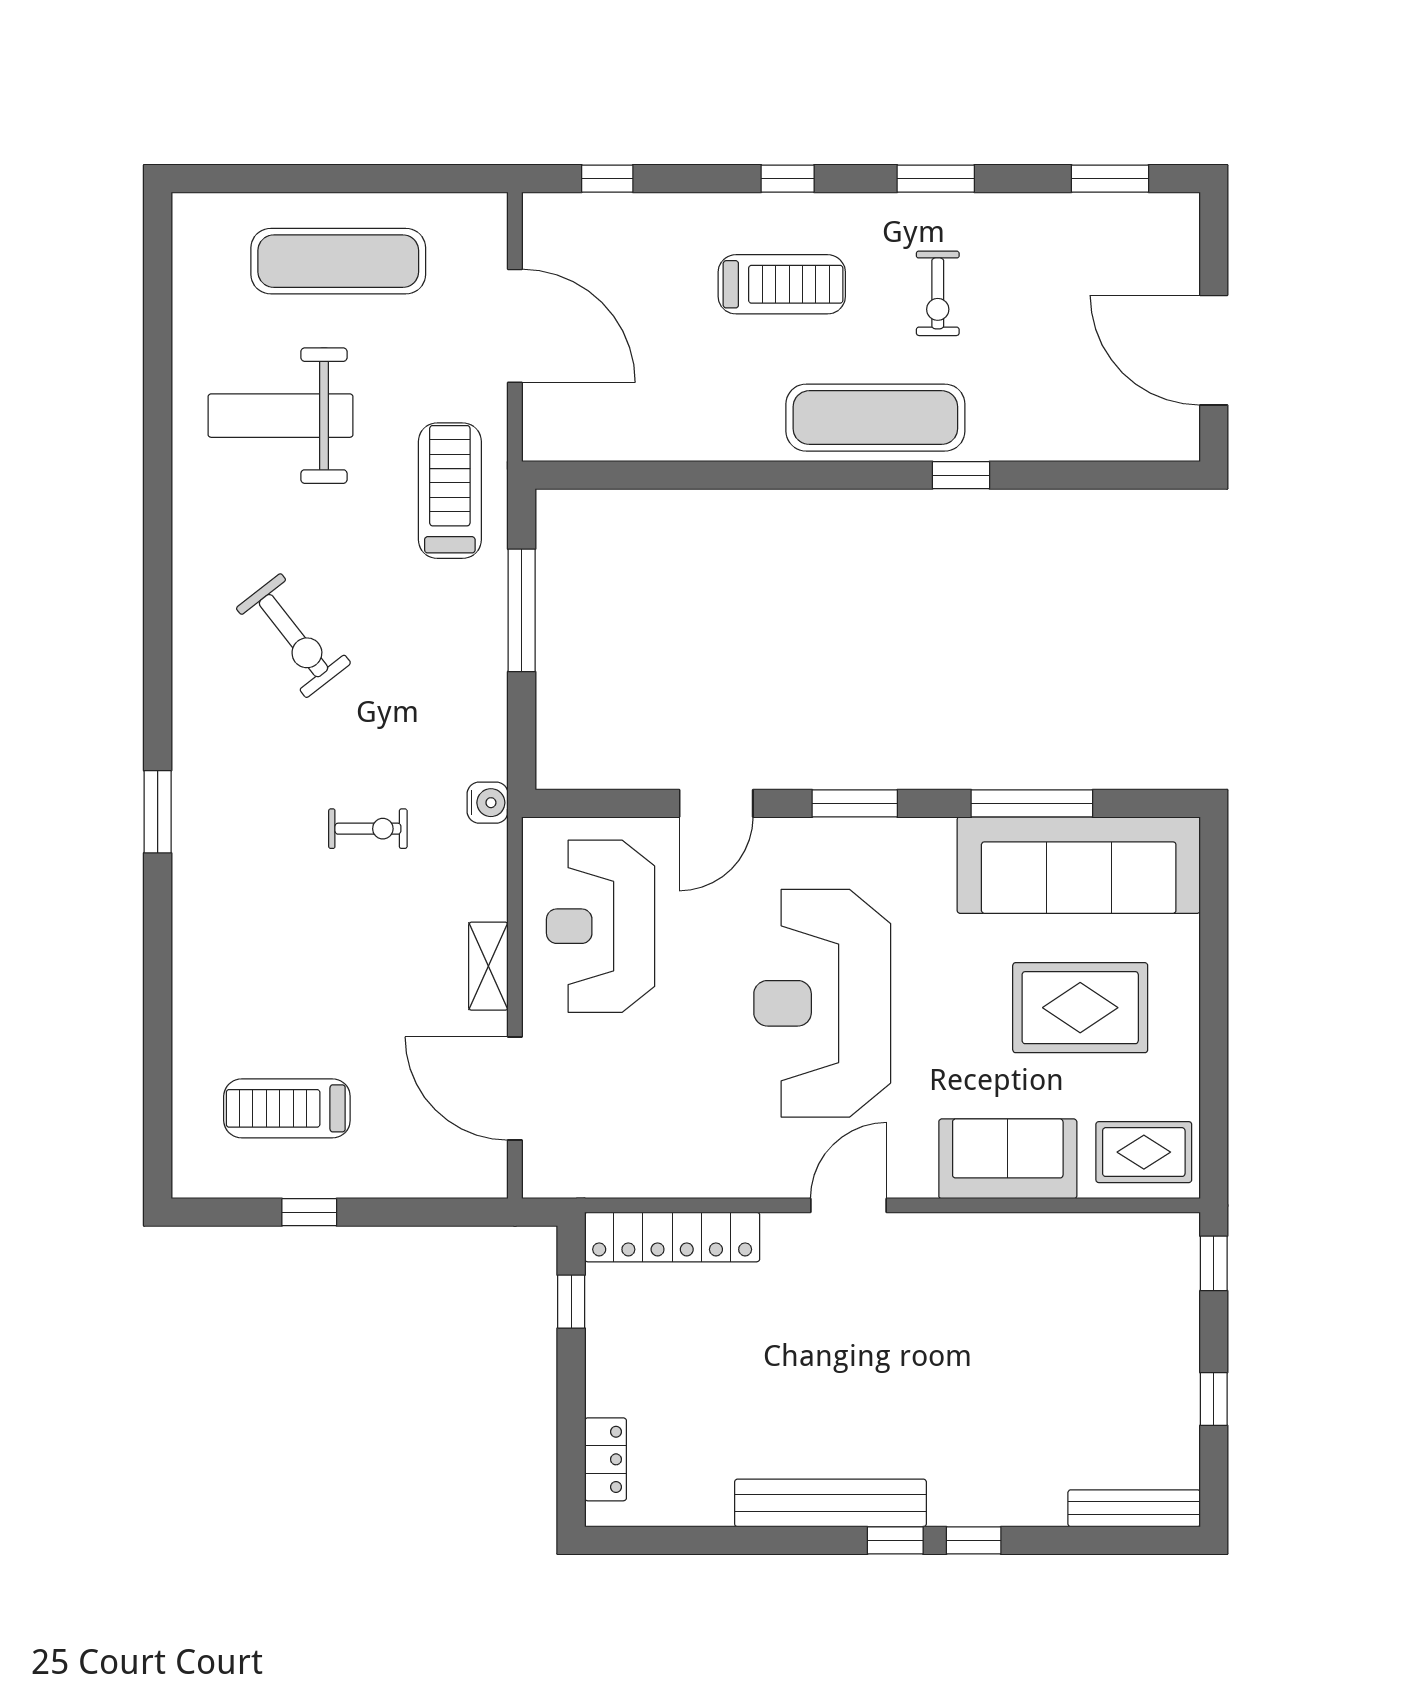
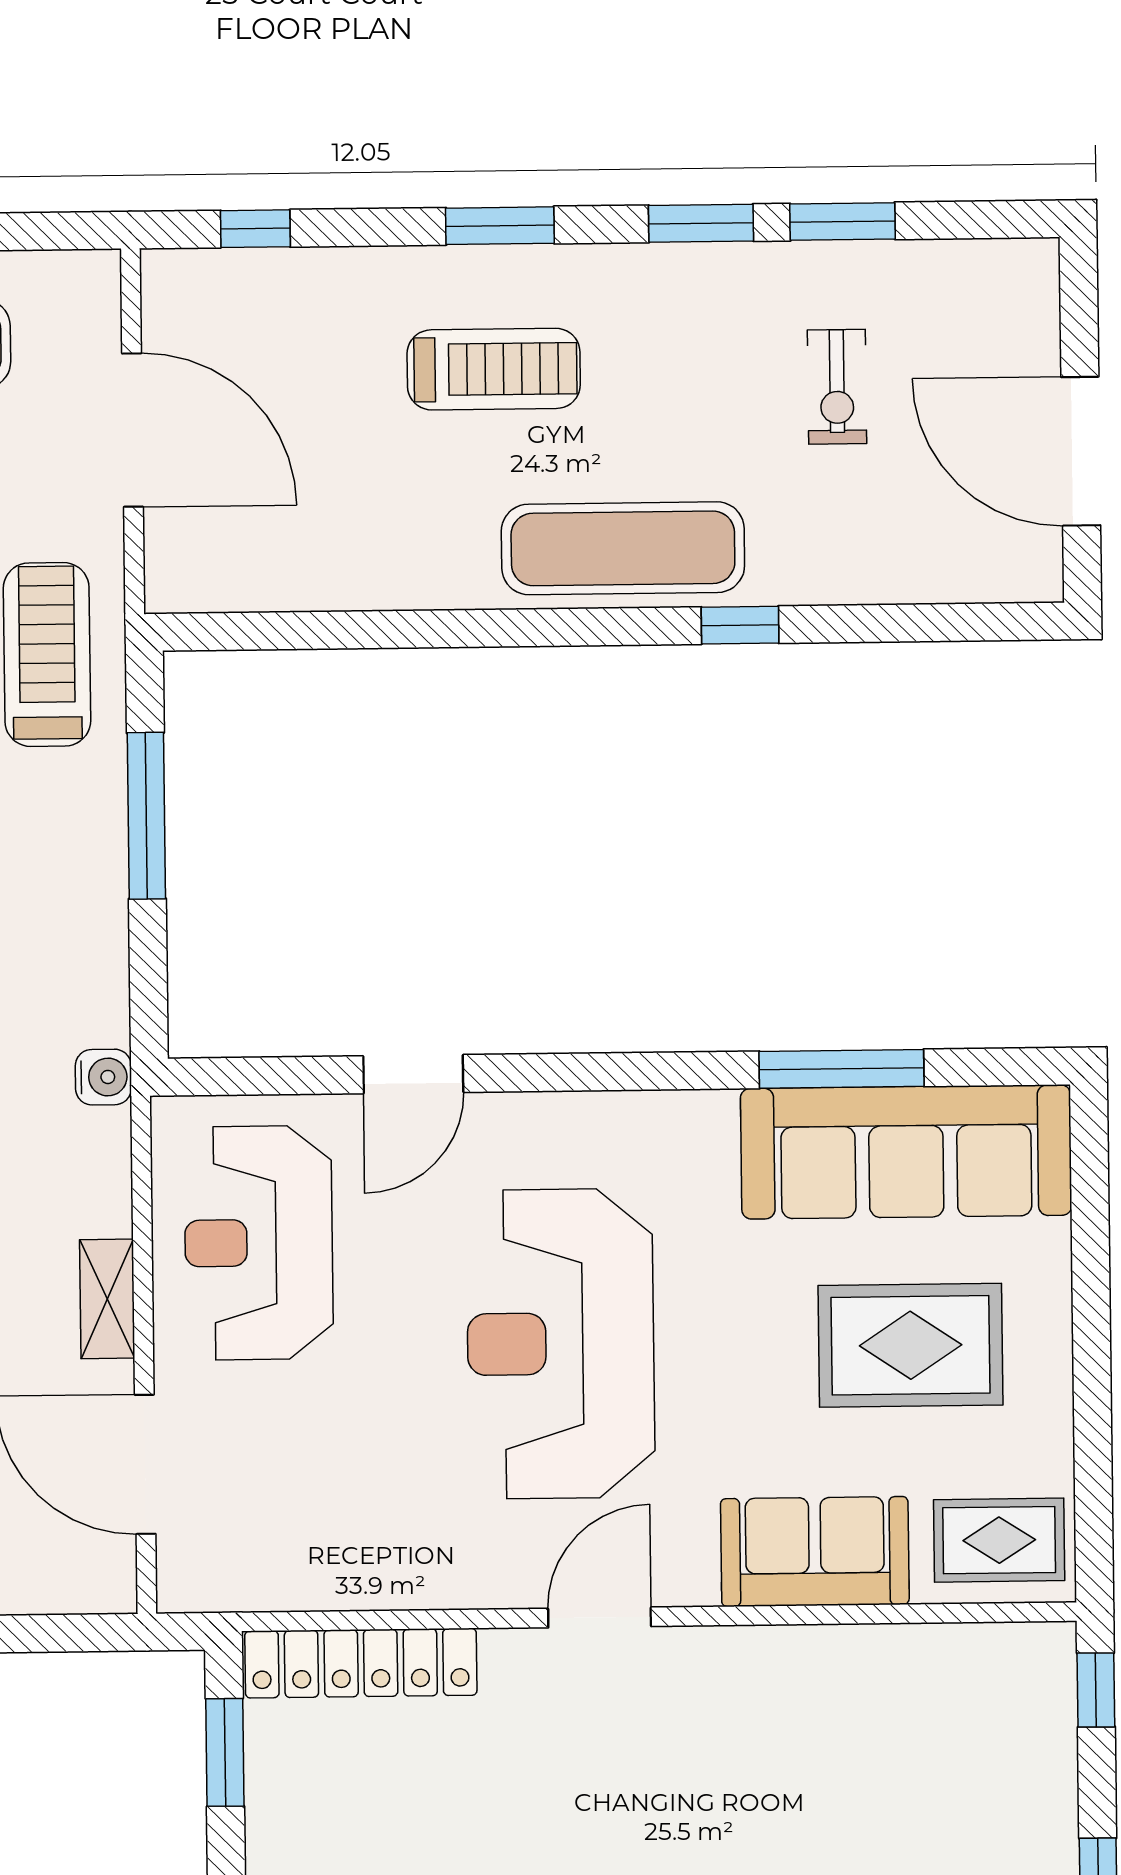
window: (788, 179) -> (500, 226), width x1.50
window: (1110, 179) -> (842, 221), moved
exercise bike: (938, 293) -> (837, 387), moved
window: (855, 803) -> (601, 1072), removed
window: (571, 1302) -> (225, 1752), width x1.50

